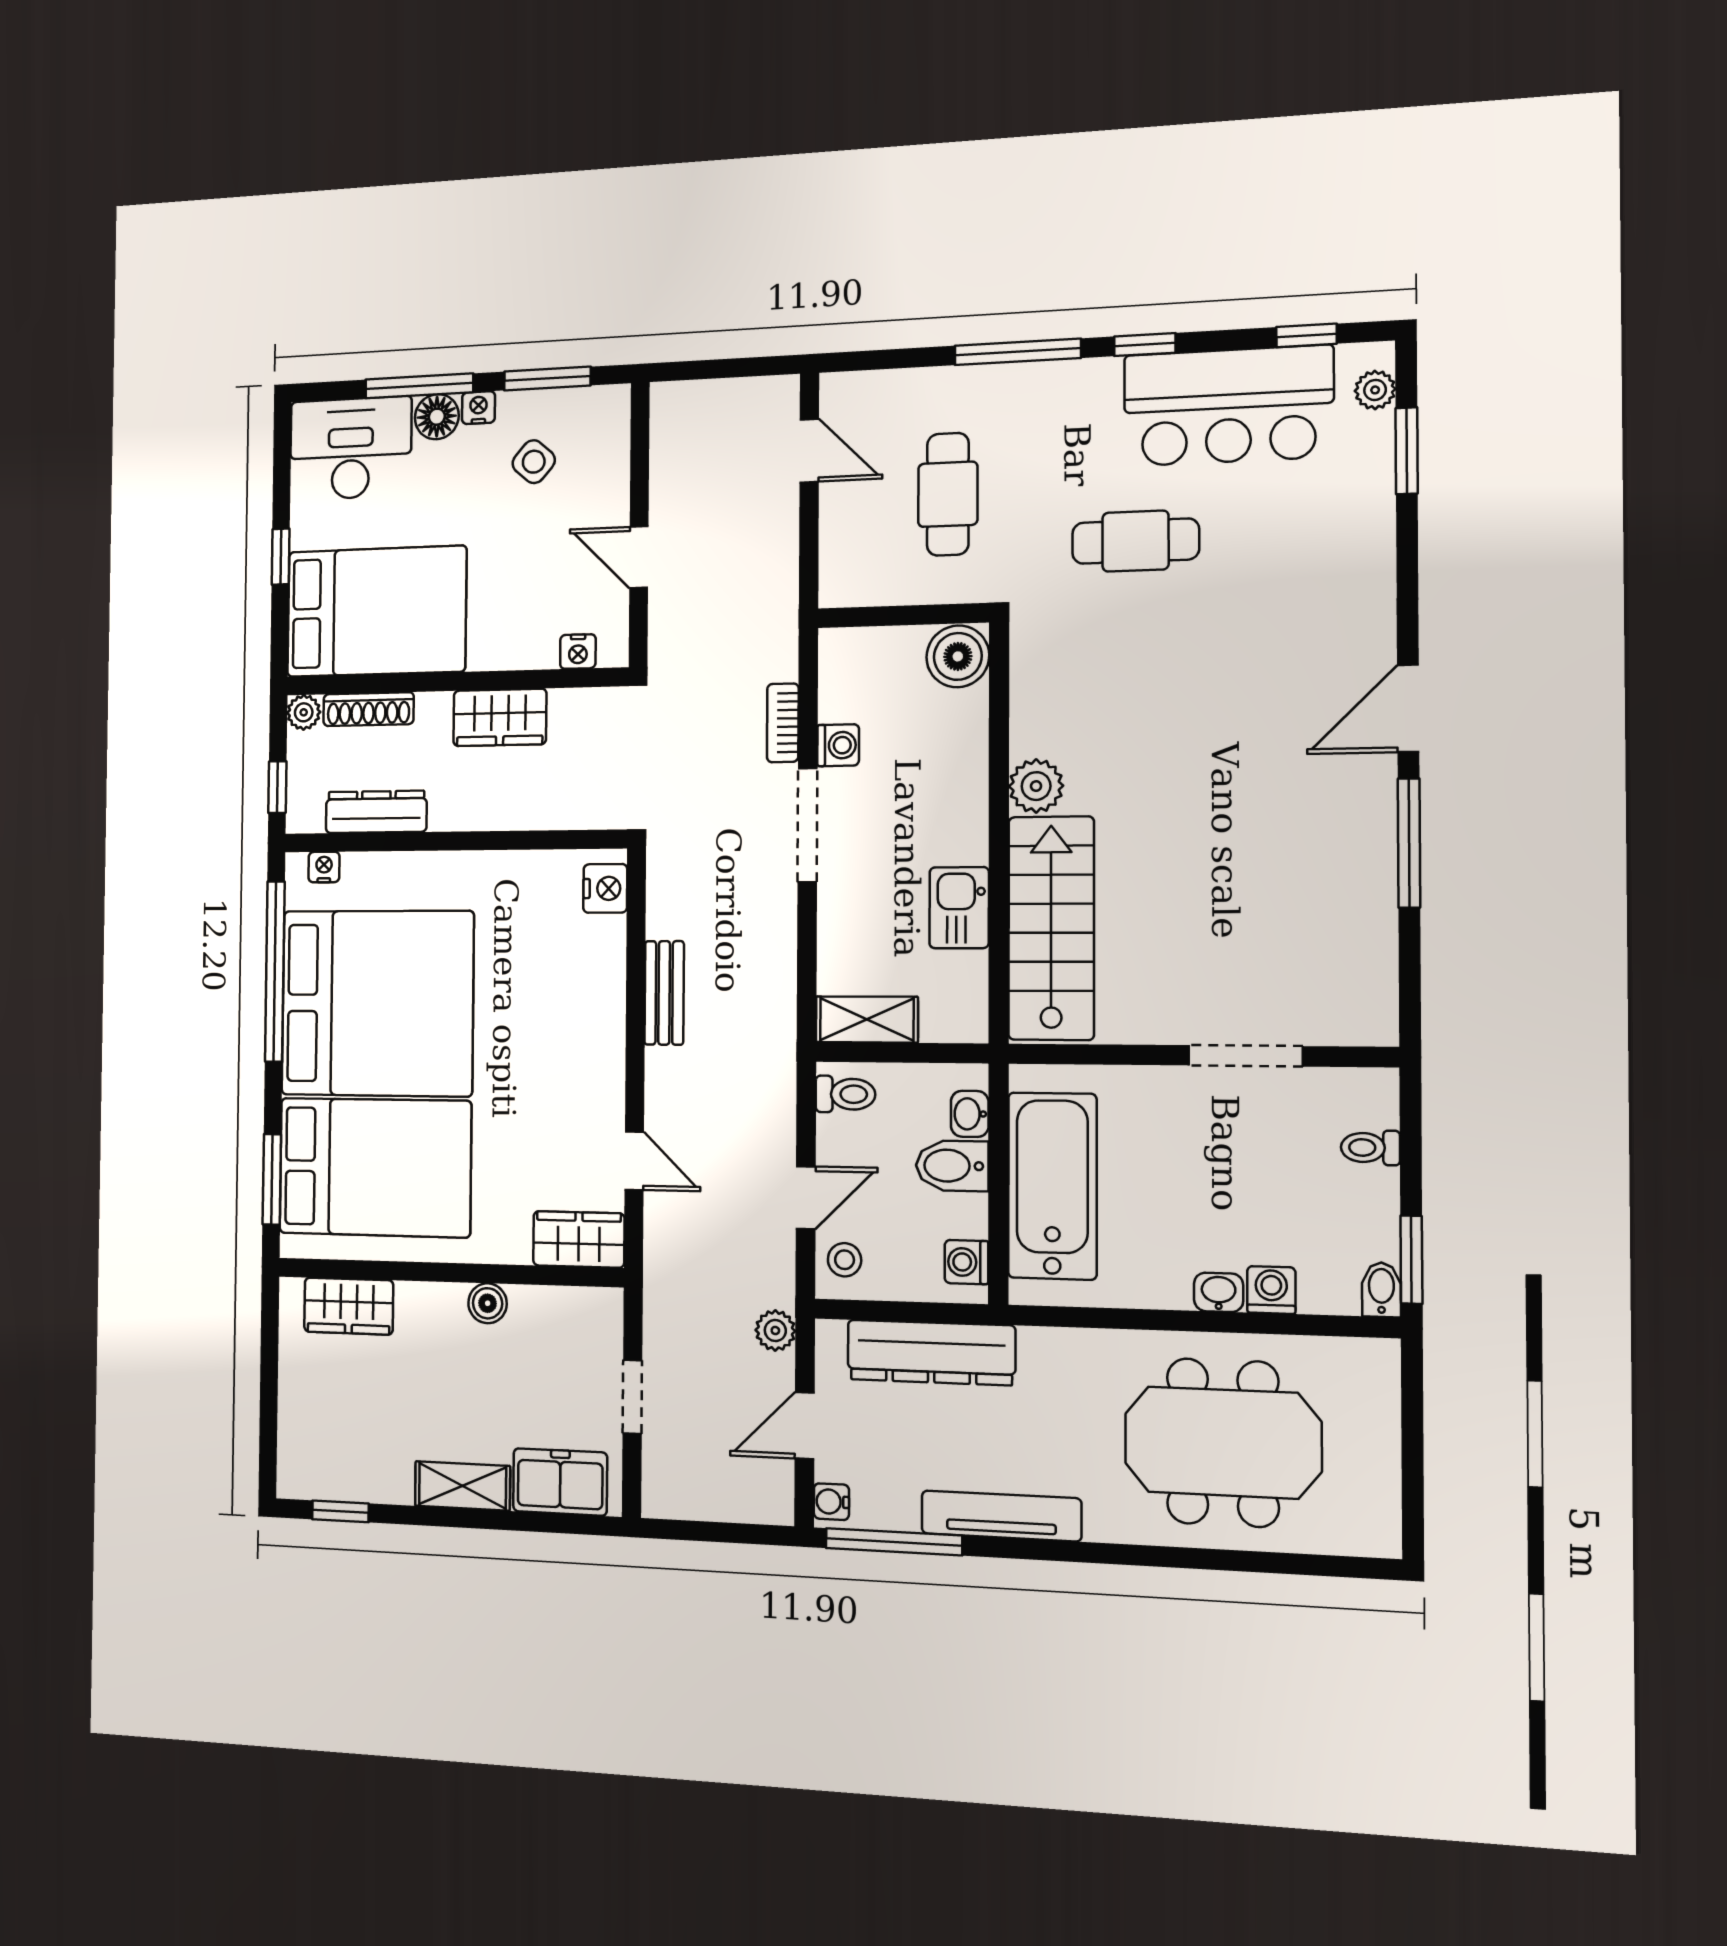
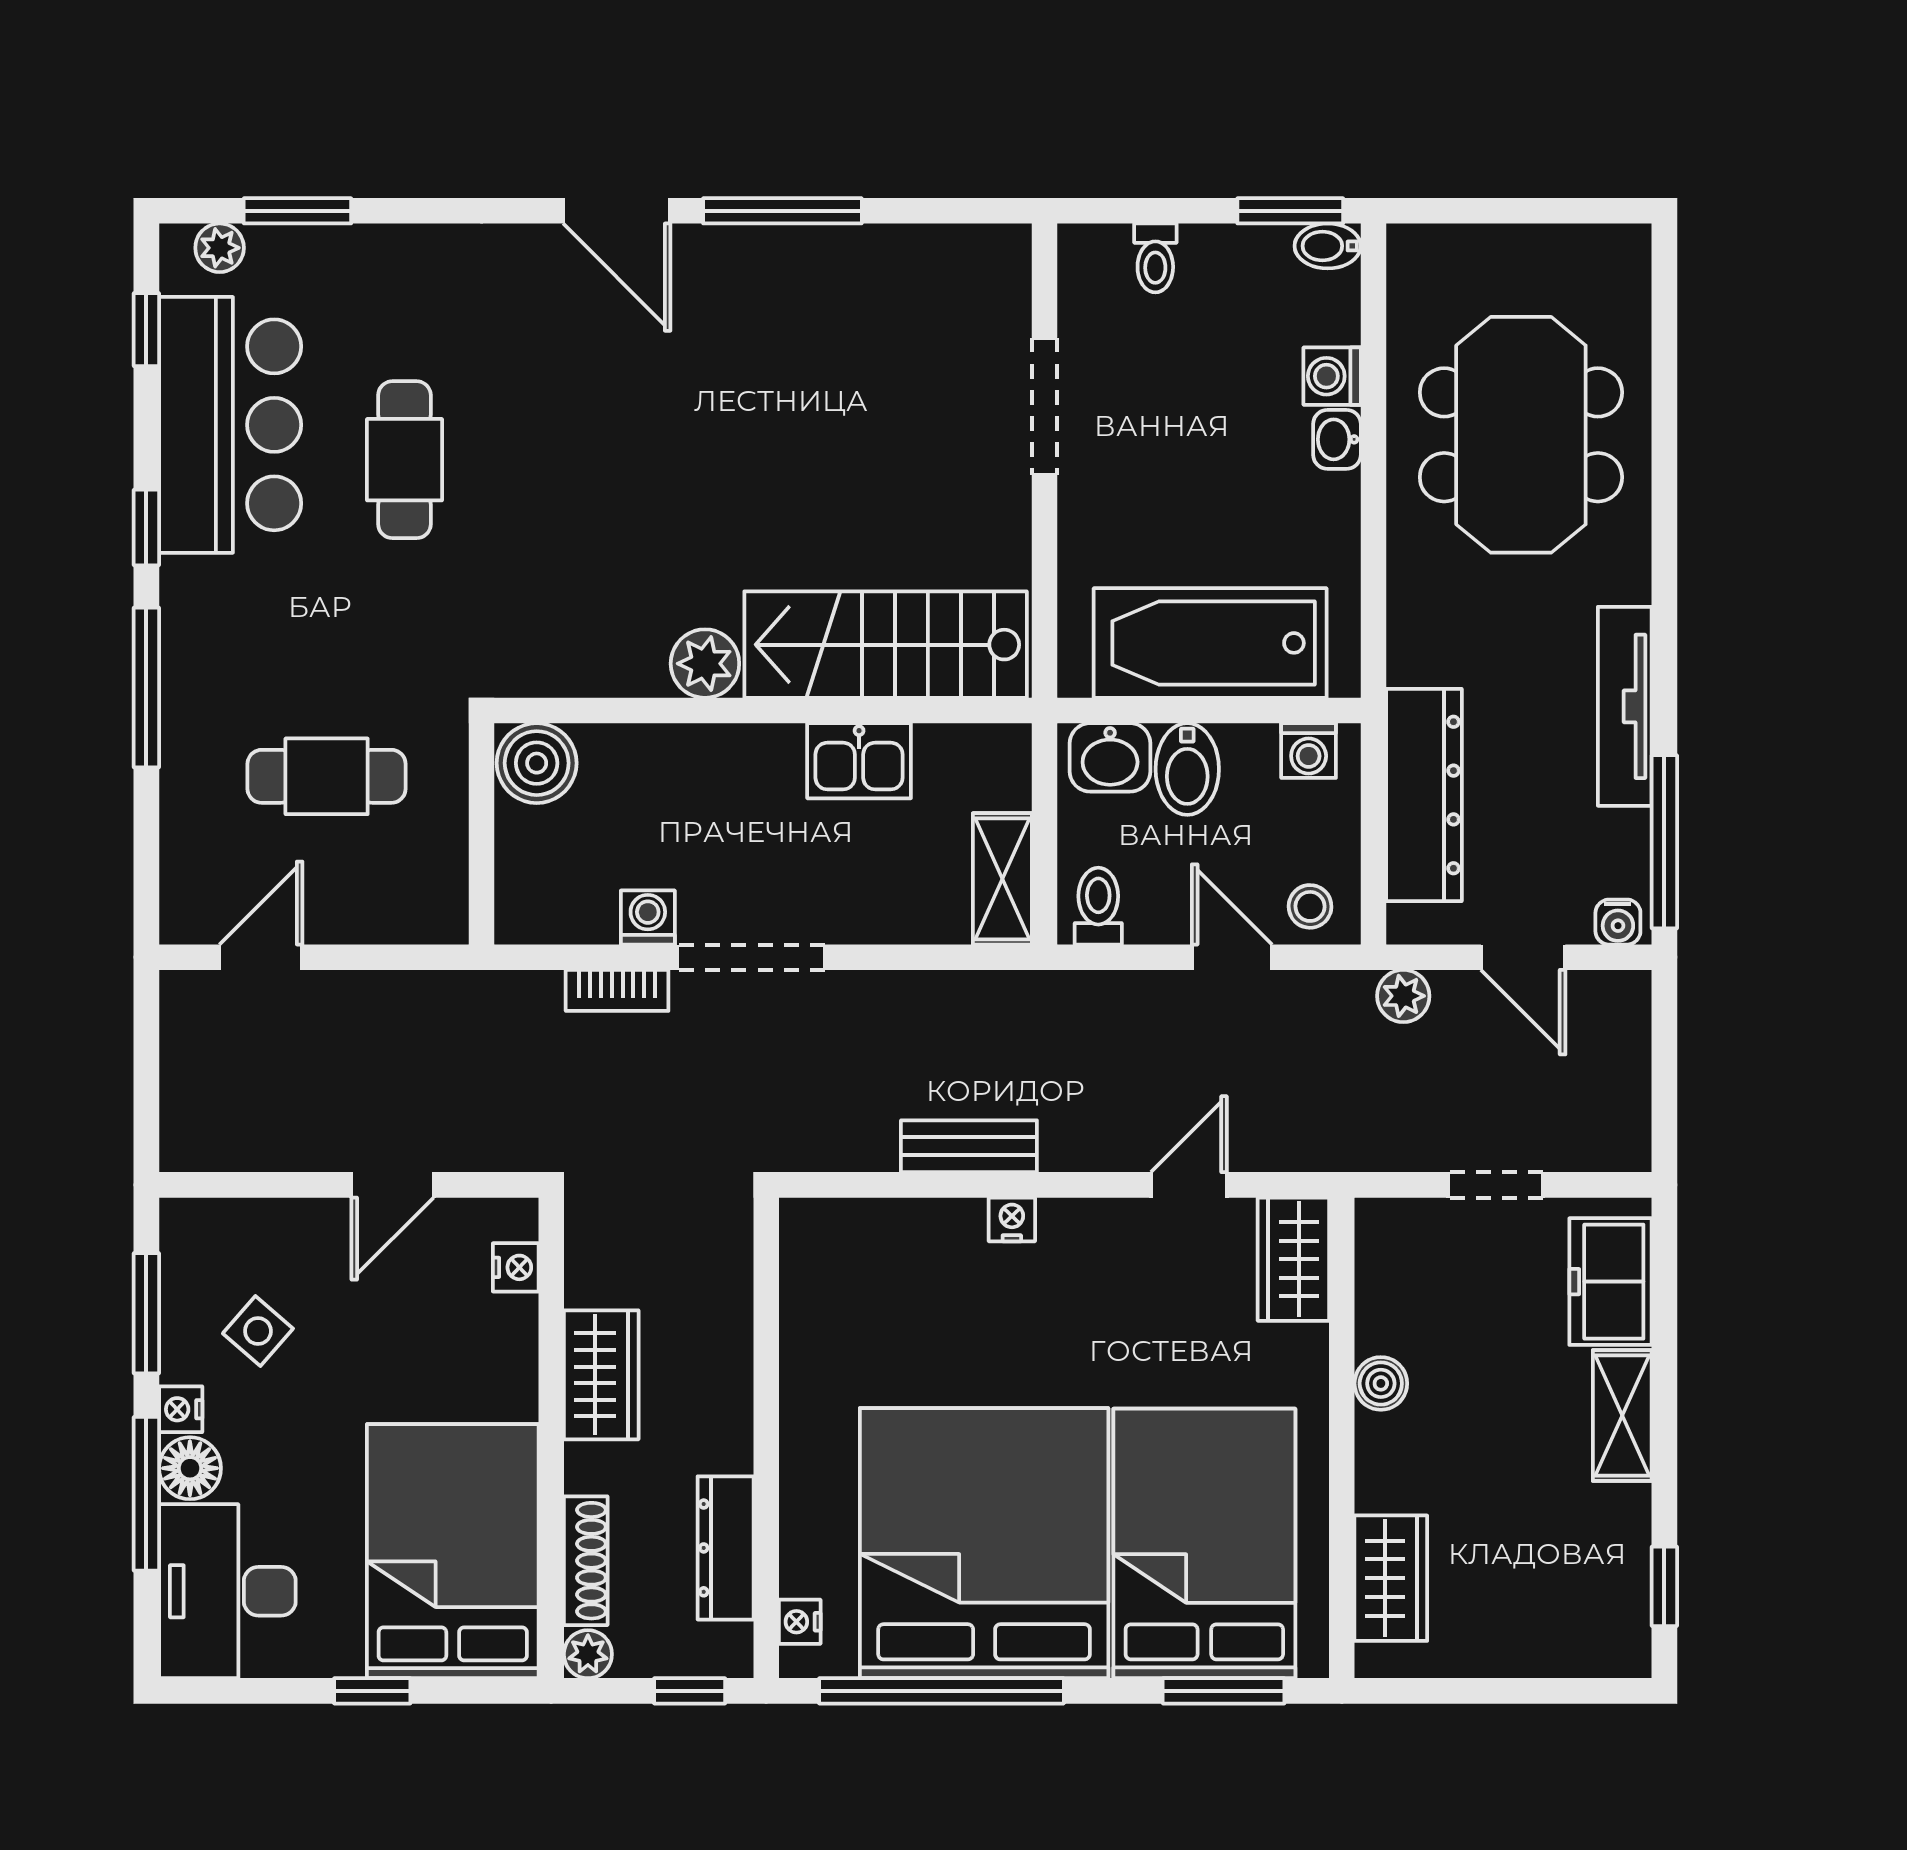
cafe table: (1136, 541) -> (404, 460), moved
nightstand: (605, 888) -> (1012, 1219), moved, width x0.72, depth x0.74
washbasin: (970, 1114) -> (1110, 757), width x1.38, depth x1.45

